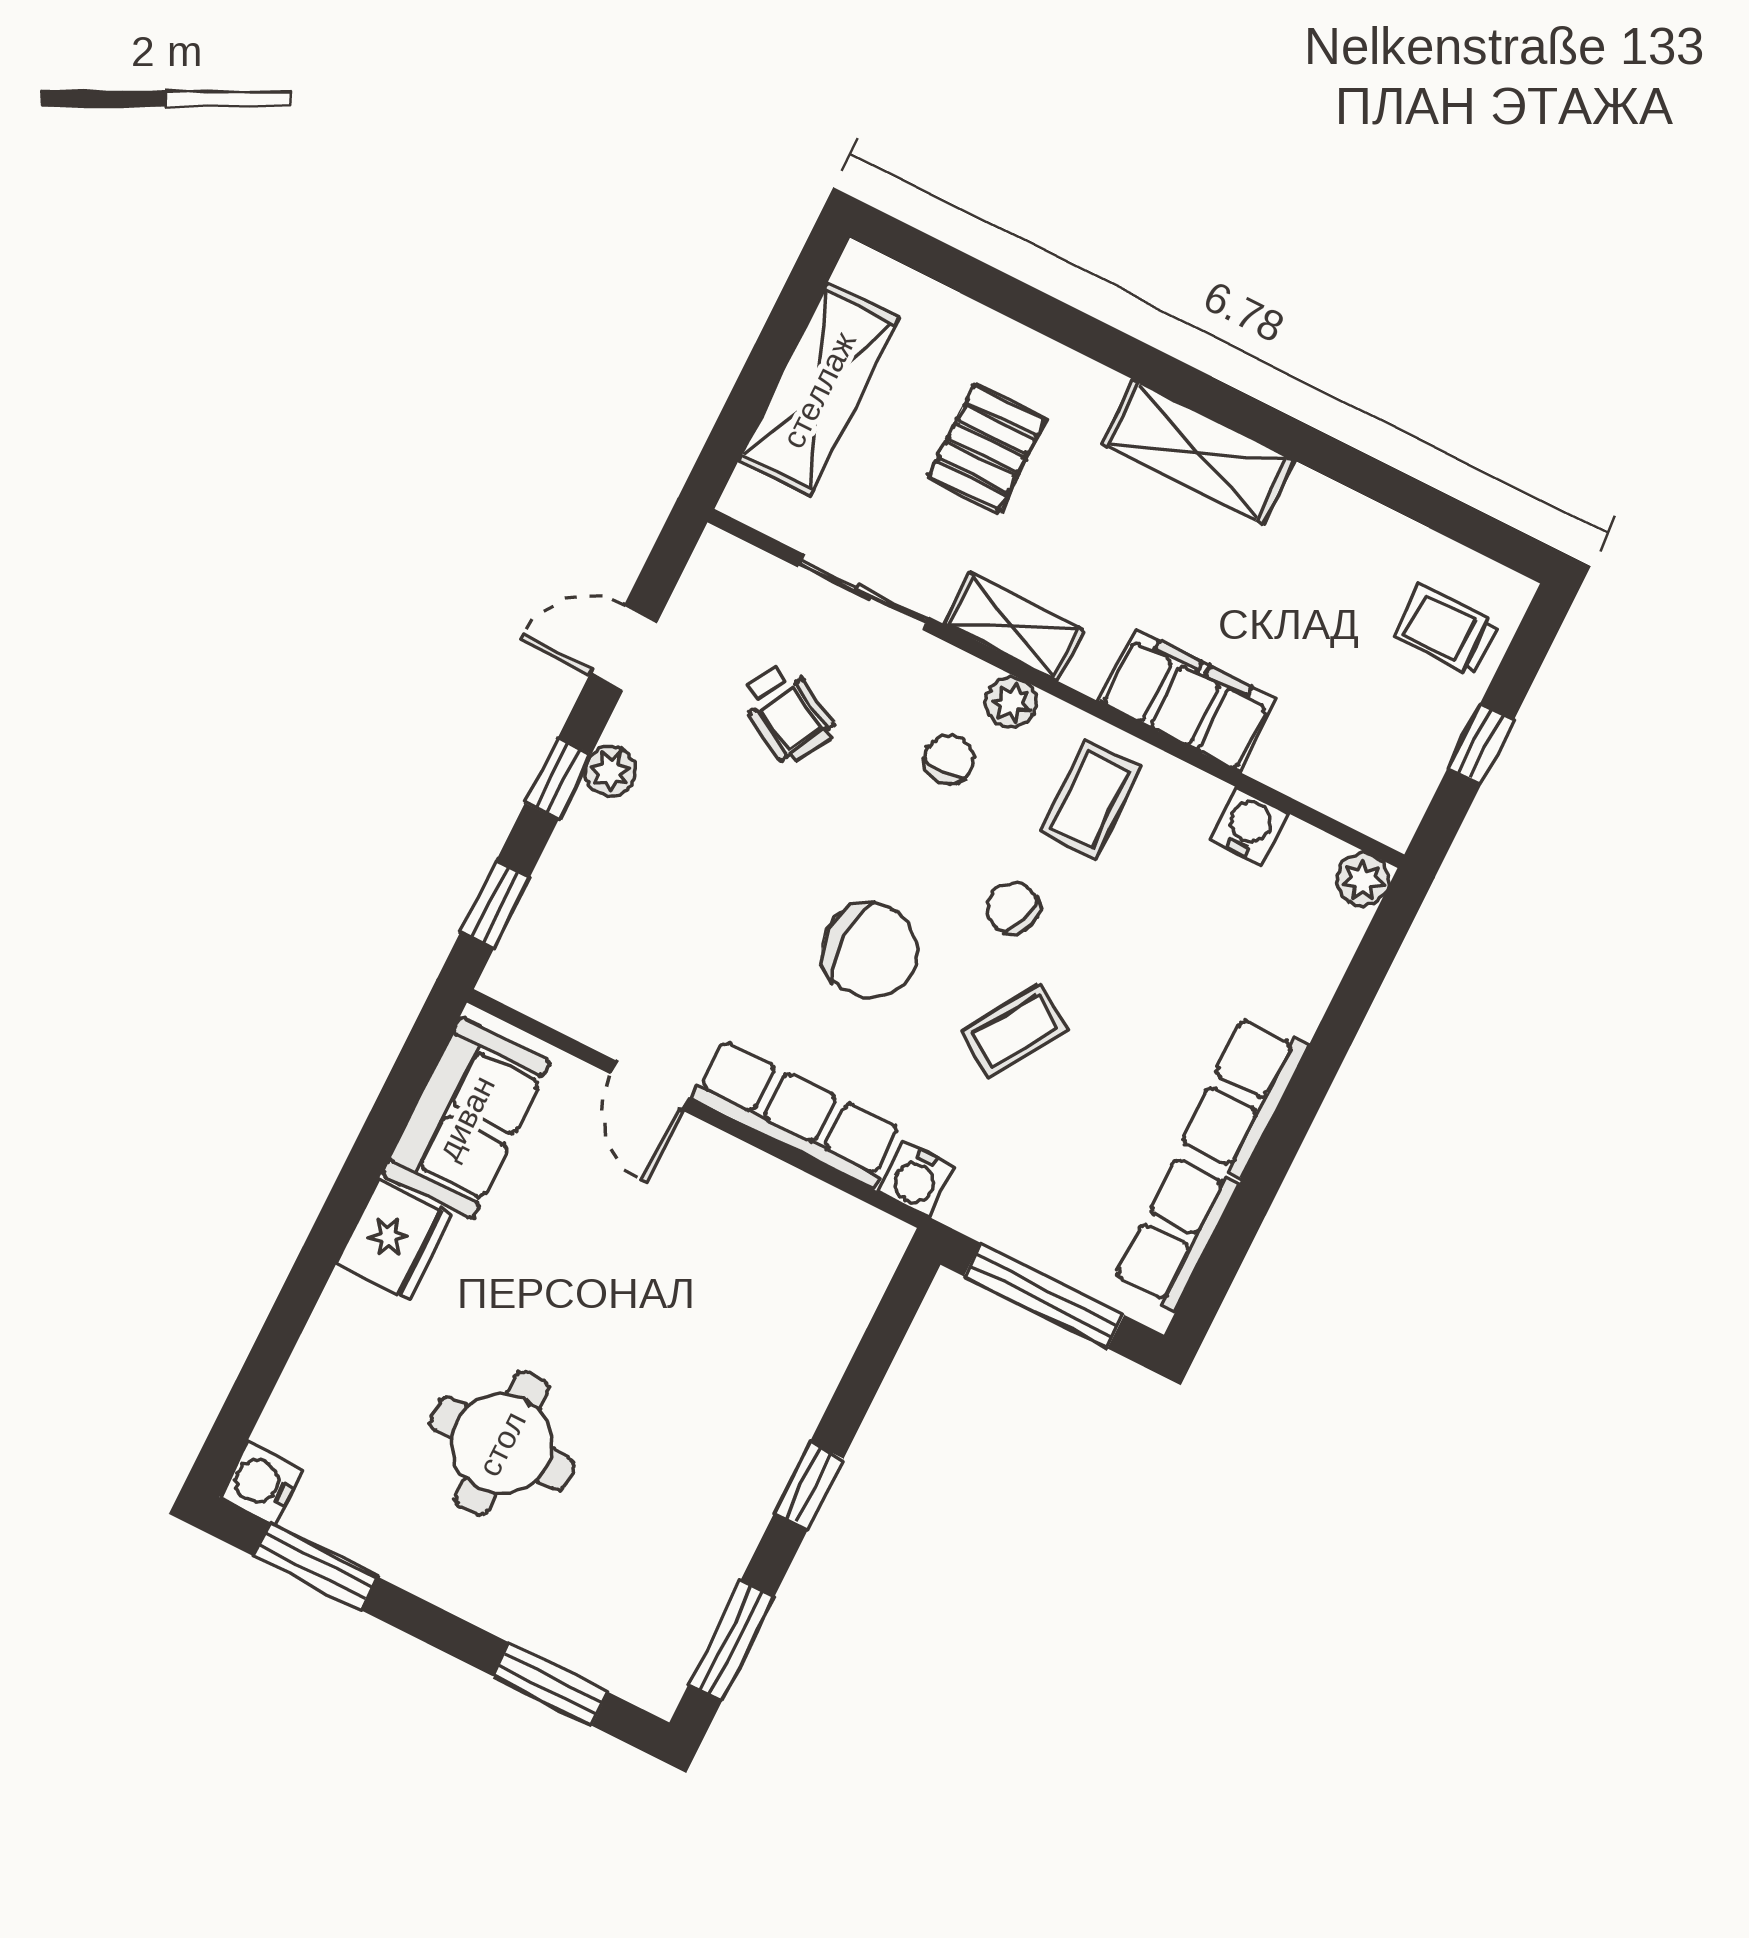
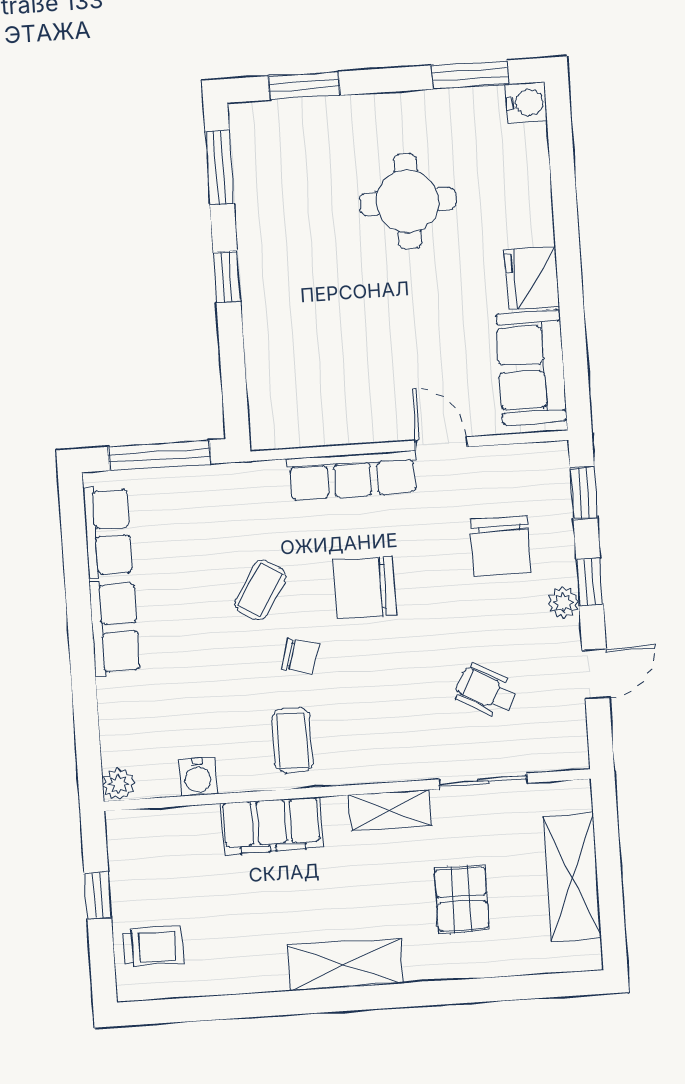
plant: (1011, 702) -> (367, 768), removed
chair: (949, 759) -> (501, 546), moved, width x1.87, depth x1.87
water cooler: (916, 1179) -> (266, 478), removed

